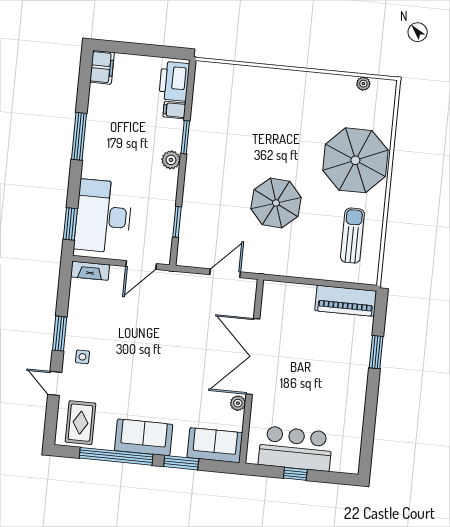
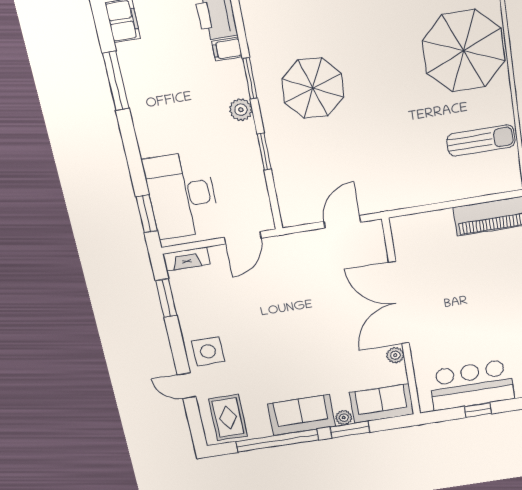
window: (79, 136) -> (116, 81), moved
parasol: (276, 203) -> (313, 88), moved
window: (177, 222) -> (264, 152), moved
sun lounger: (352, 236) -> (481, 141), turned 90
window: (60, 334) -> (166, 298), moved
side table: (82, 357) -> (208, 351), width x1.87, depth x1.87
plant: (179, 450) -> (344, 418), added

